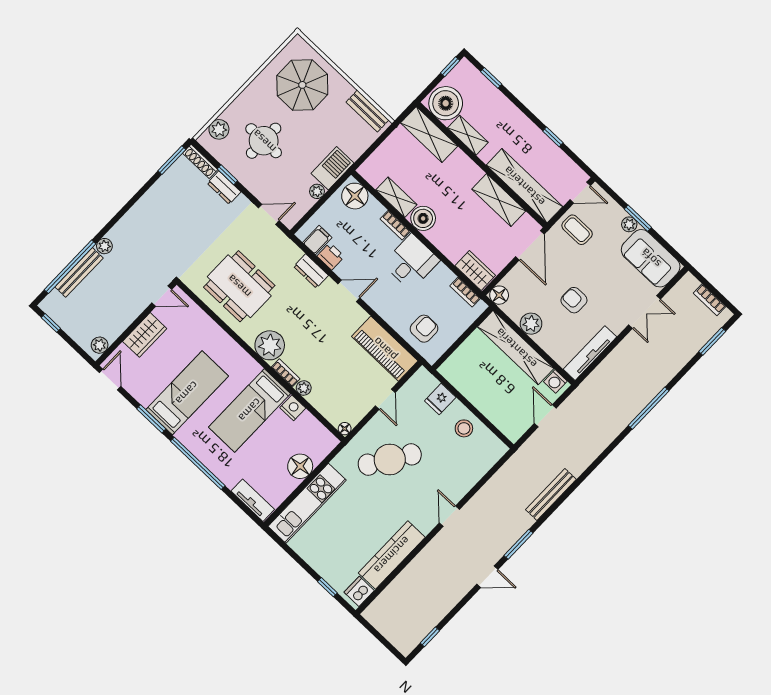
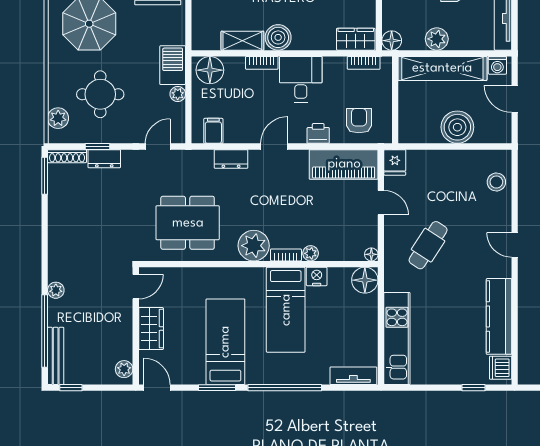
printer: (331, 256) -> (318, 133), moved
bench: (79, 272) -> (56, 356), moved
boiler: (487, 398) -> (457, 127), added
fridge: (440, 399) -> (395, 162), moved
stool: (464, 428) -> (496, 182), moved
cafe table: (390, 460) -> (428, 245), width x0.73, depth x0.74
floor lamp: (300, 466) -> (365, 280), moved

